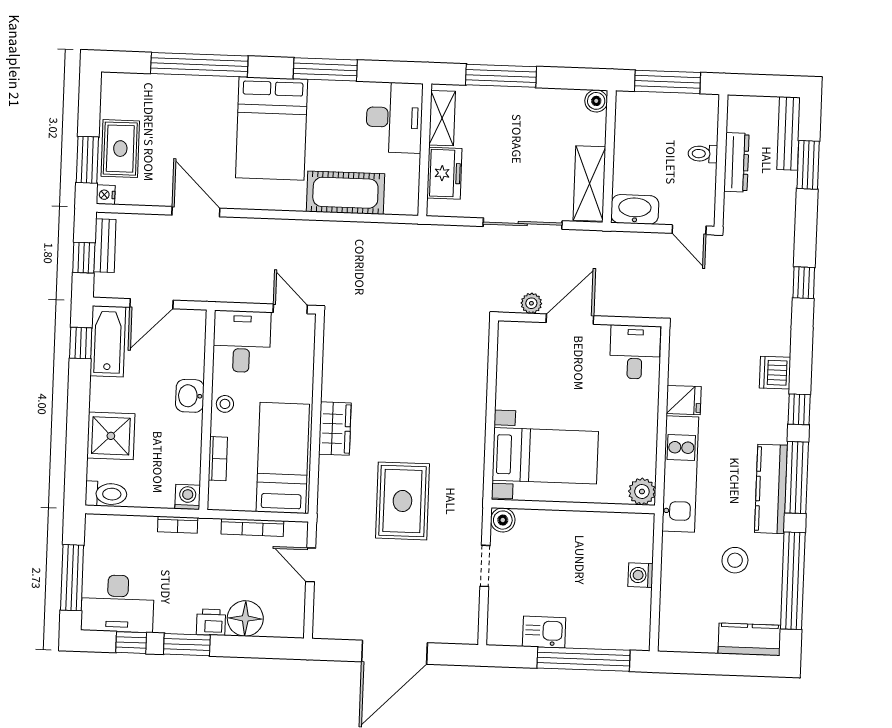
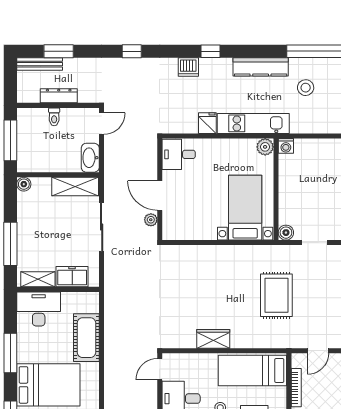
wardrobe: (335, 429) -> (213, 339), moved
window: (797, 478) -> (253, 51), removed
rug: (402, 501) -> (276, 295), turned 90
washing machine: (640, 575) -> (286, 146), moved

